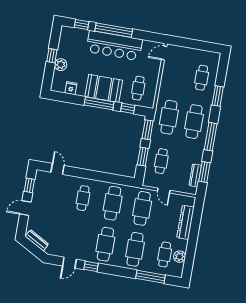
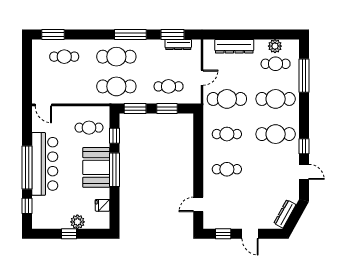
window: (218, 96) -> (53, 34), moved
cafe table: (113, 203) -> (227, 134), width x0.73, depth x0.74

